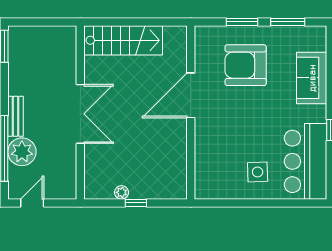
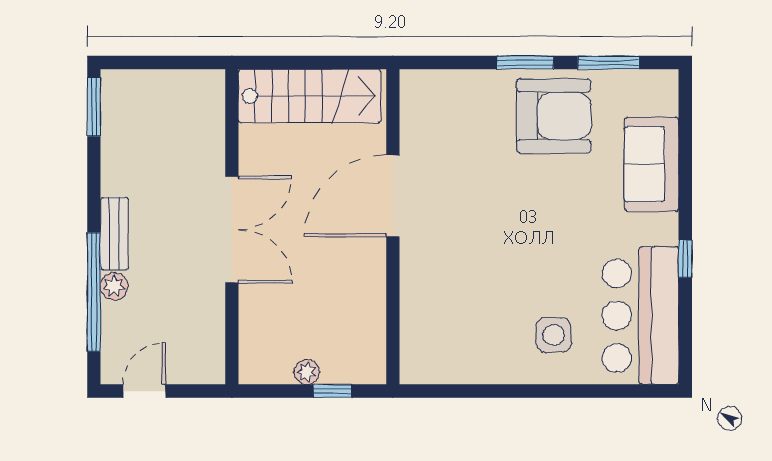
armchair: (246, 65) -> (554, 116), moved, turned 180
door: (191, 95) -> (393, 196), moved
wall: (191, 112) -> (393, 227), moved
plant: (22, 152) -> (114, 286), width x0.53, depth x0.53

